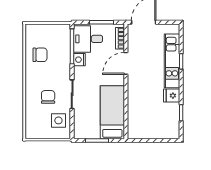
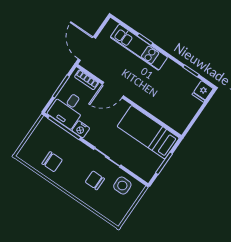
chair: (40, 55) -> (52, 162), turned 90
door: (126, 63) -> (113, 90), hinge flipped
fridge: (172, 96) -> (203, 91), moved

